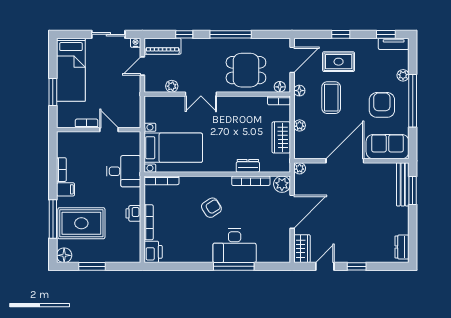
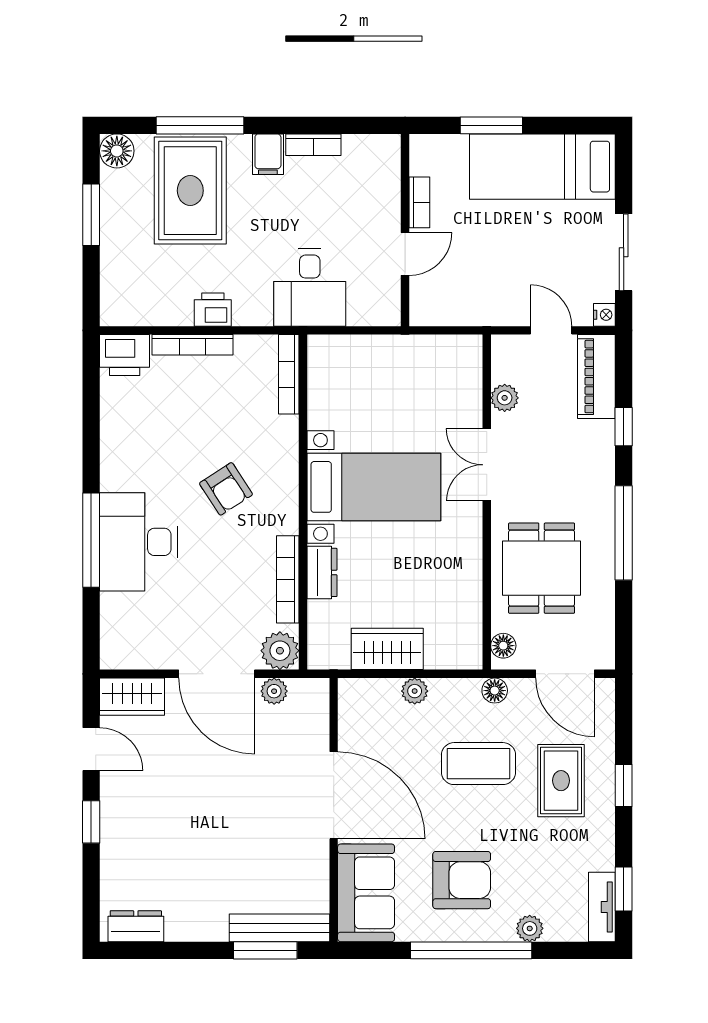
bookcase: (279, 100) -> (472, 644), removed
bed with nightstands: (173, 148) -> (374, 487), moved, turned -90
plant: (300, 168) -> (274, 691), moved

